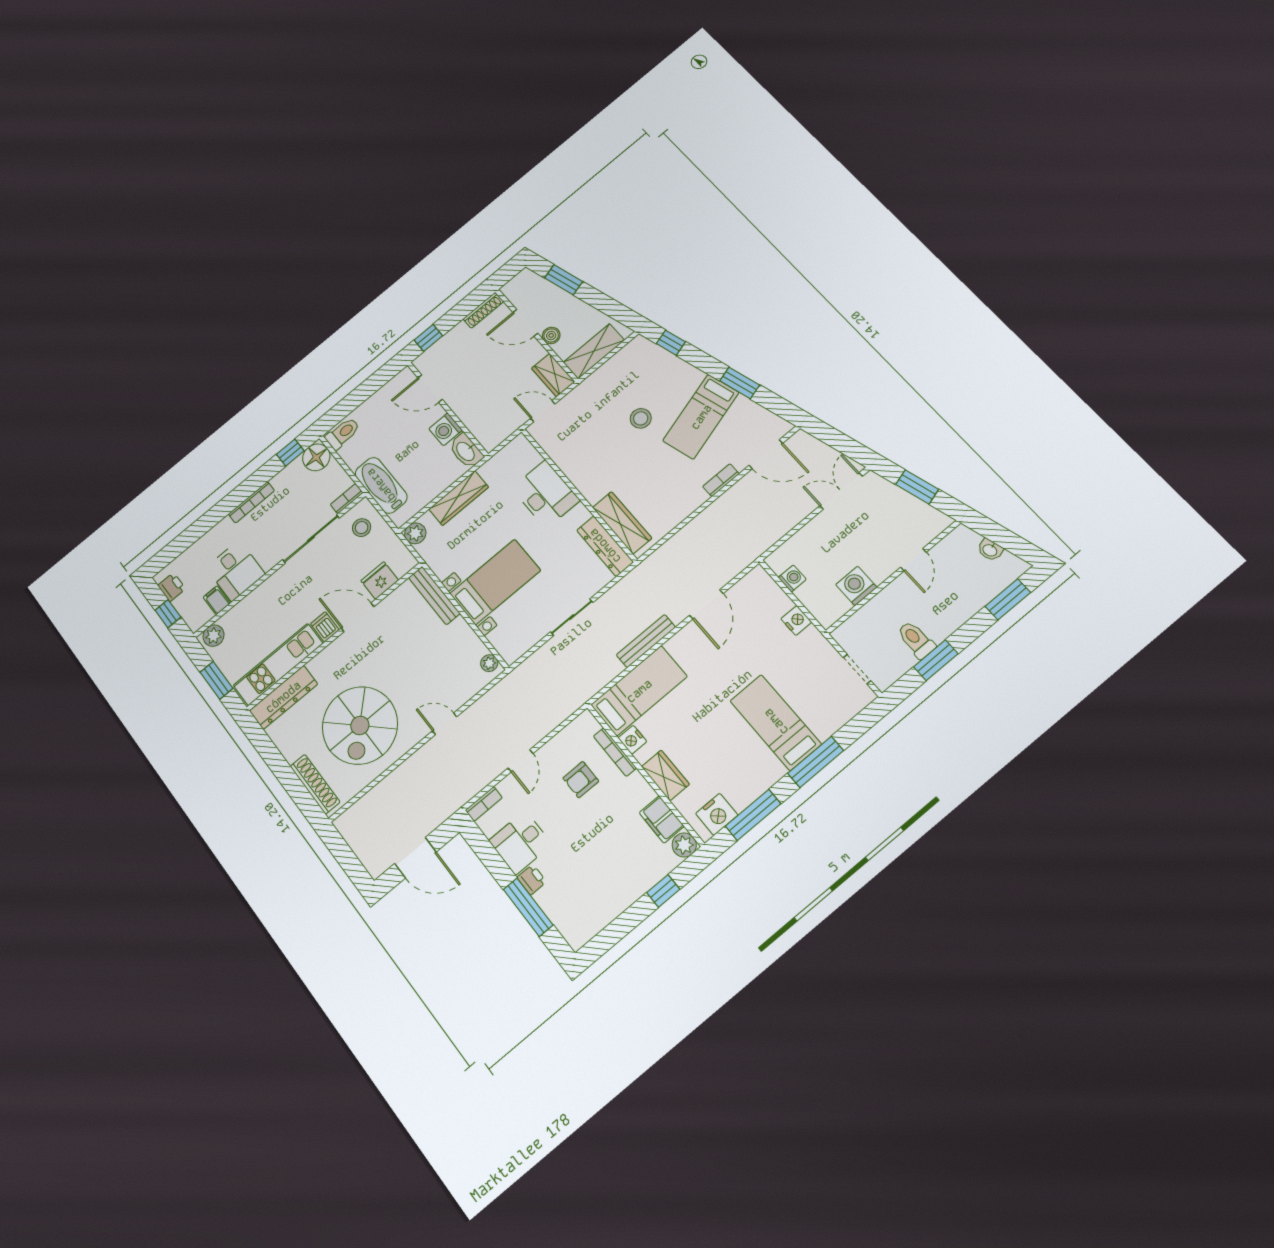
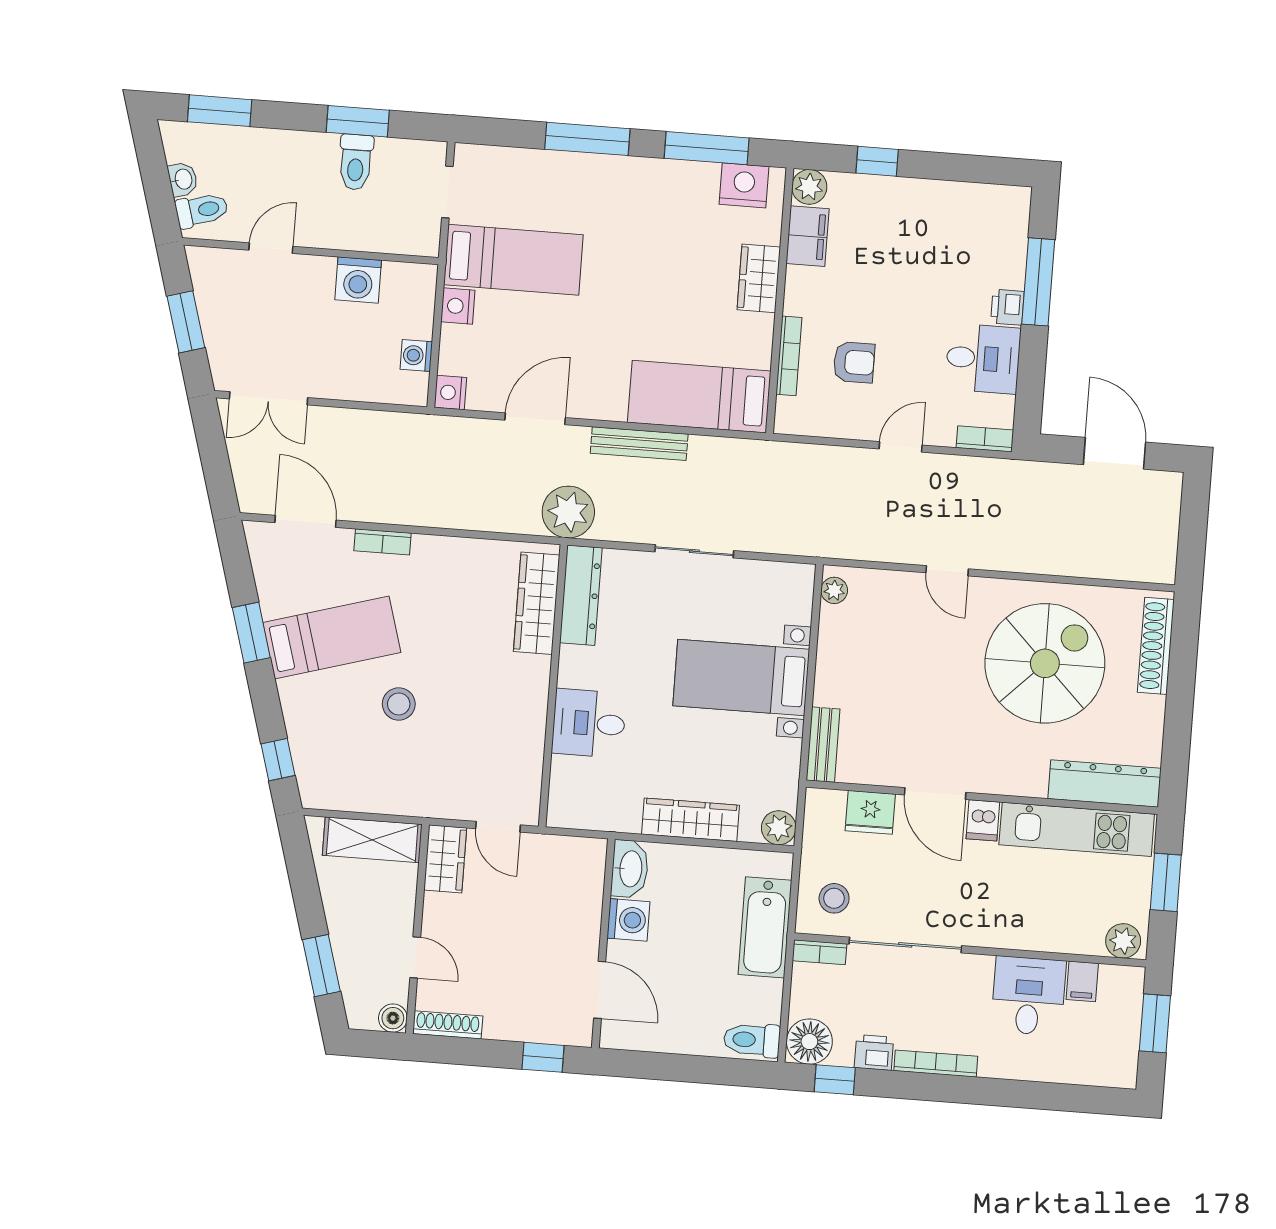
door: (525, 323) -> (415, 957), width x0.73
boiler: (551, 335) -> (393, 1018), moved
desk: (546, 494) -> (589, 723), width x0.73
toilet: (965, 545) -> (202, 210), added
plant: (648, 577) -> (568, 512), added
printer: (172, 587) -> (874, 1053), moved, turned 90
bench: (434, 595) -> (823, 745), width x0.73
window: (168, 614) -> (1155, 1023), width x1.50
bed: (776, 722) -> (513, 260), moved, turned -90
nightstand: (632, 740) -> (450, 393), moved, turned 180

